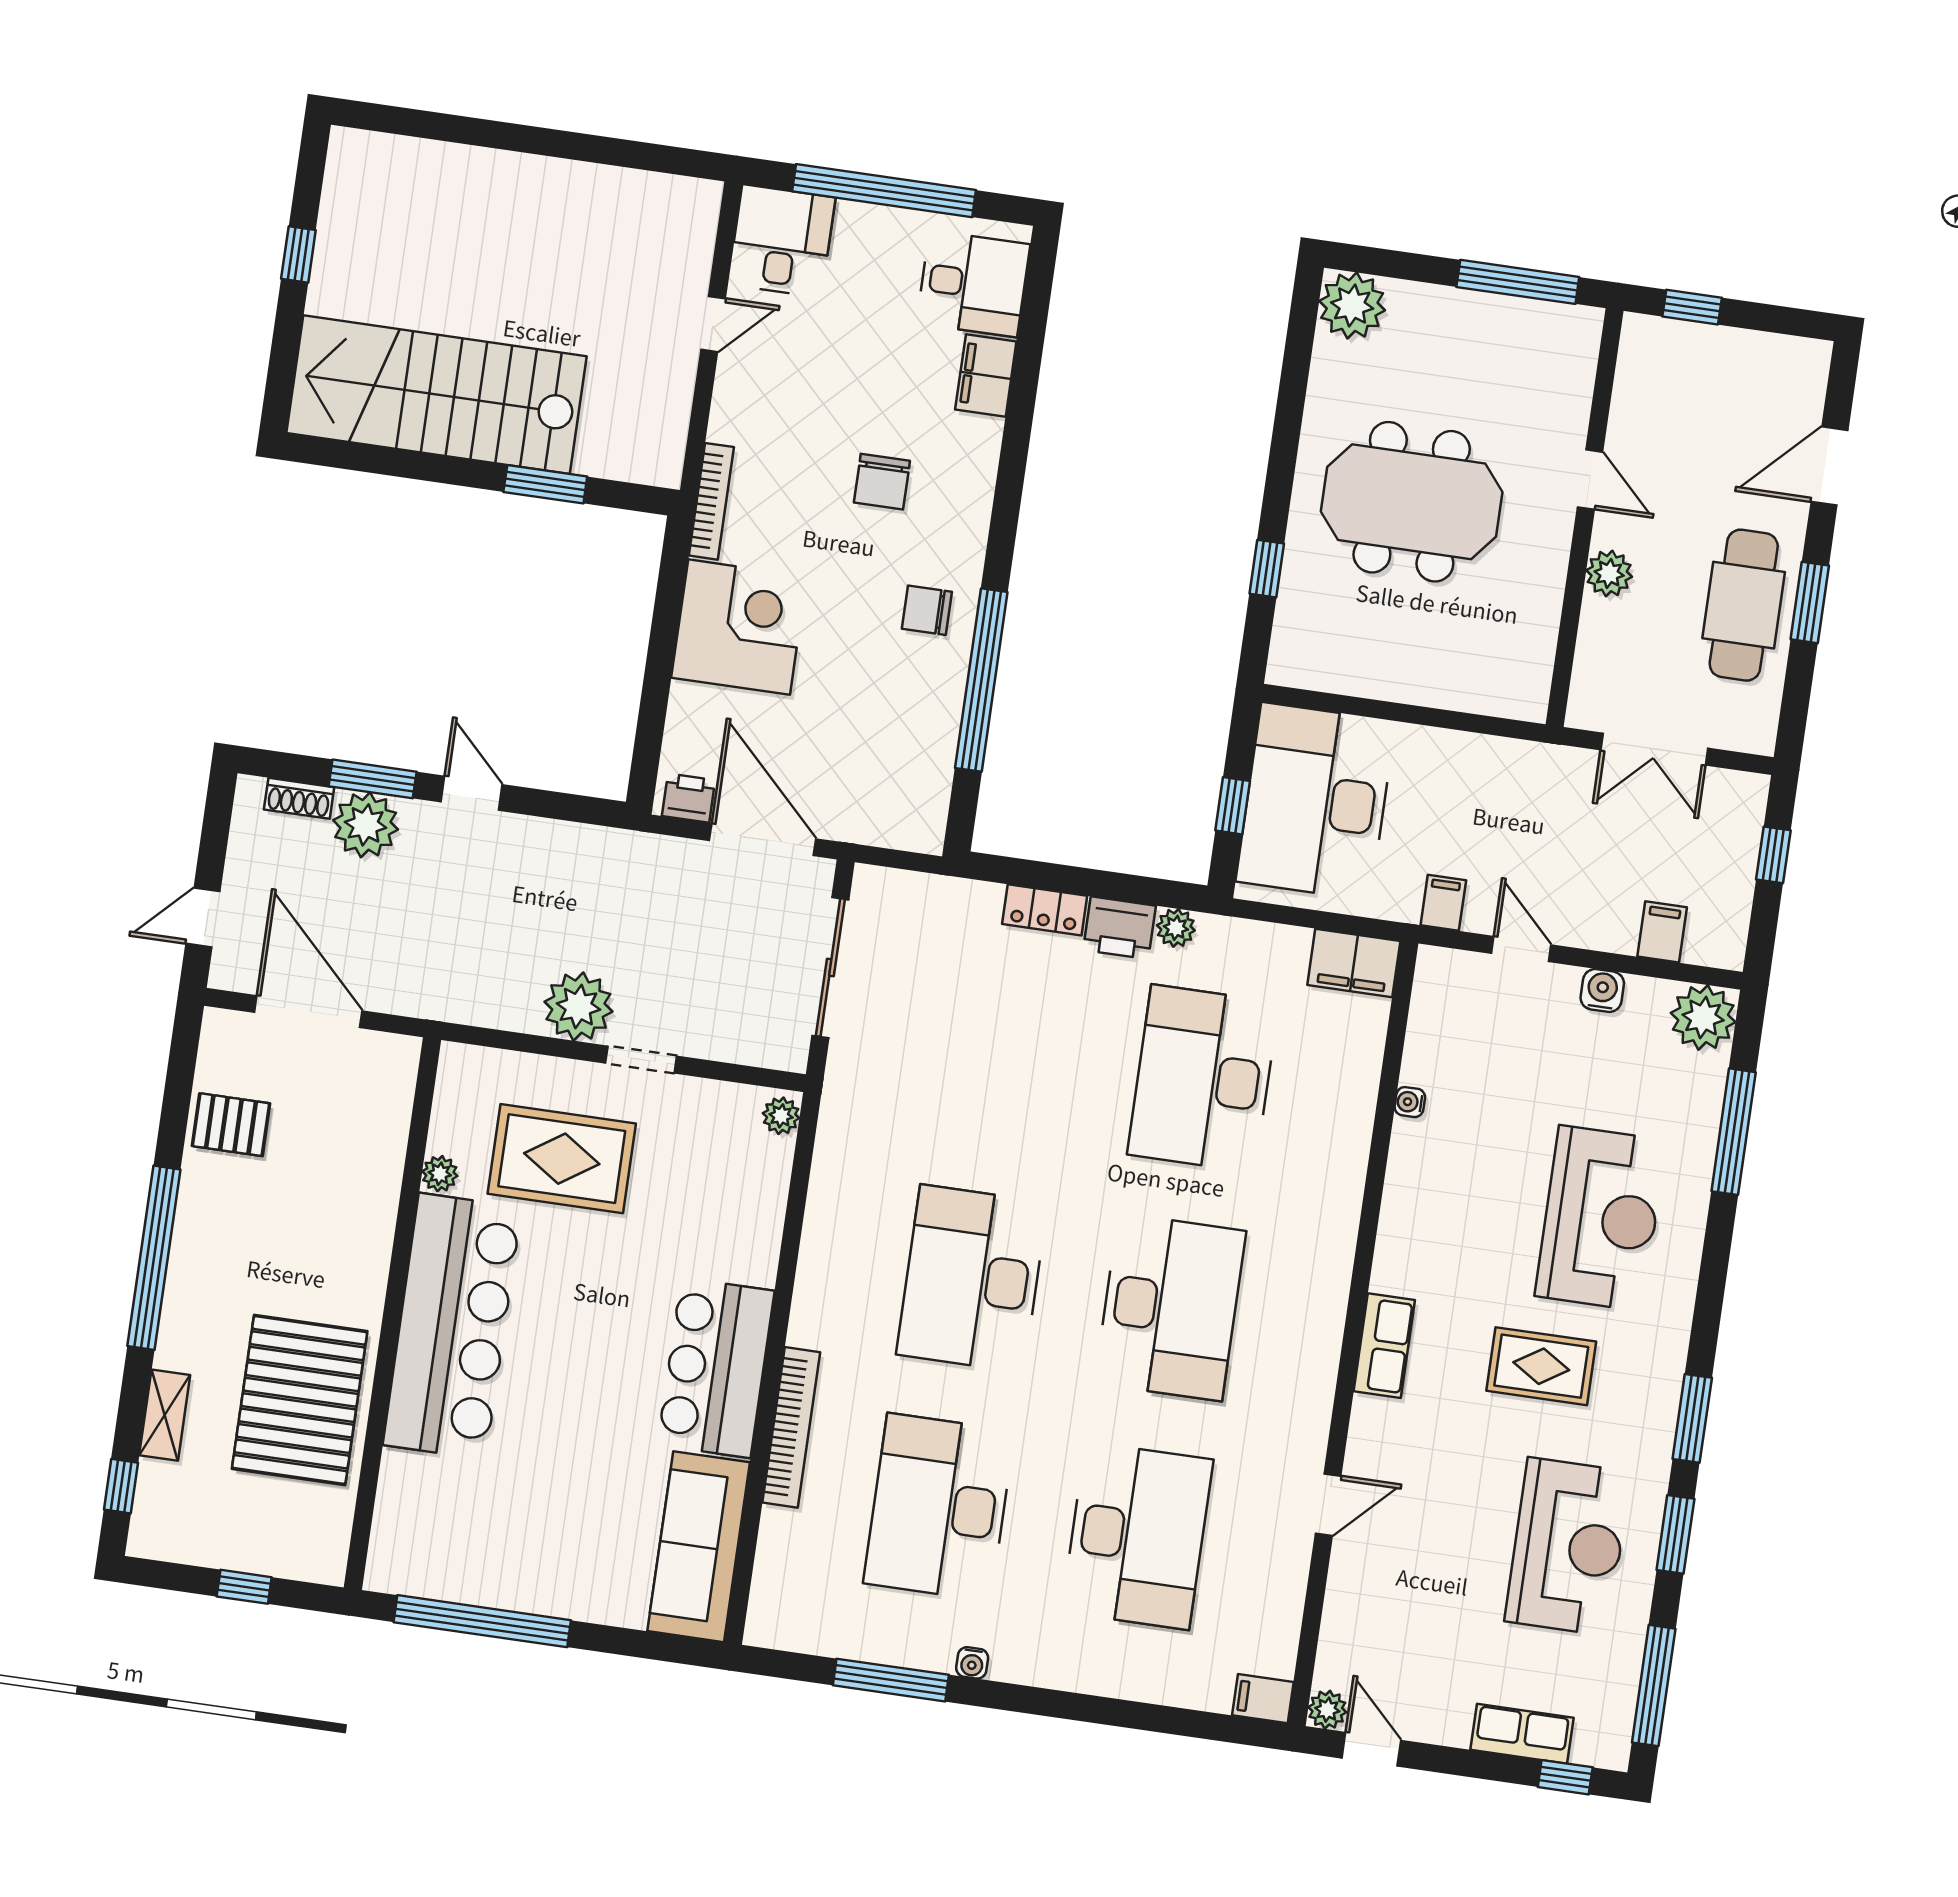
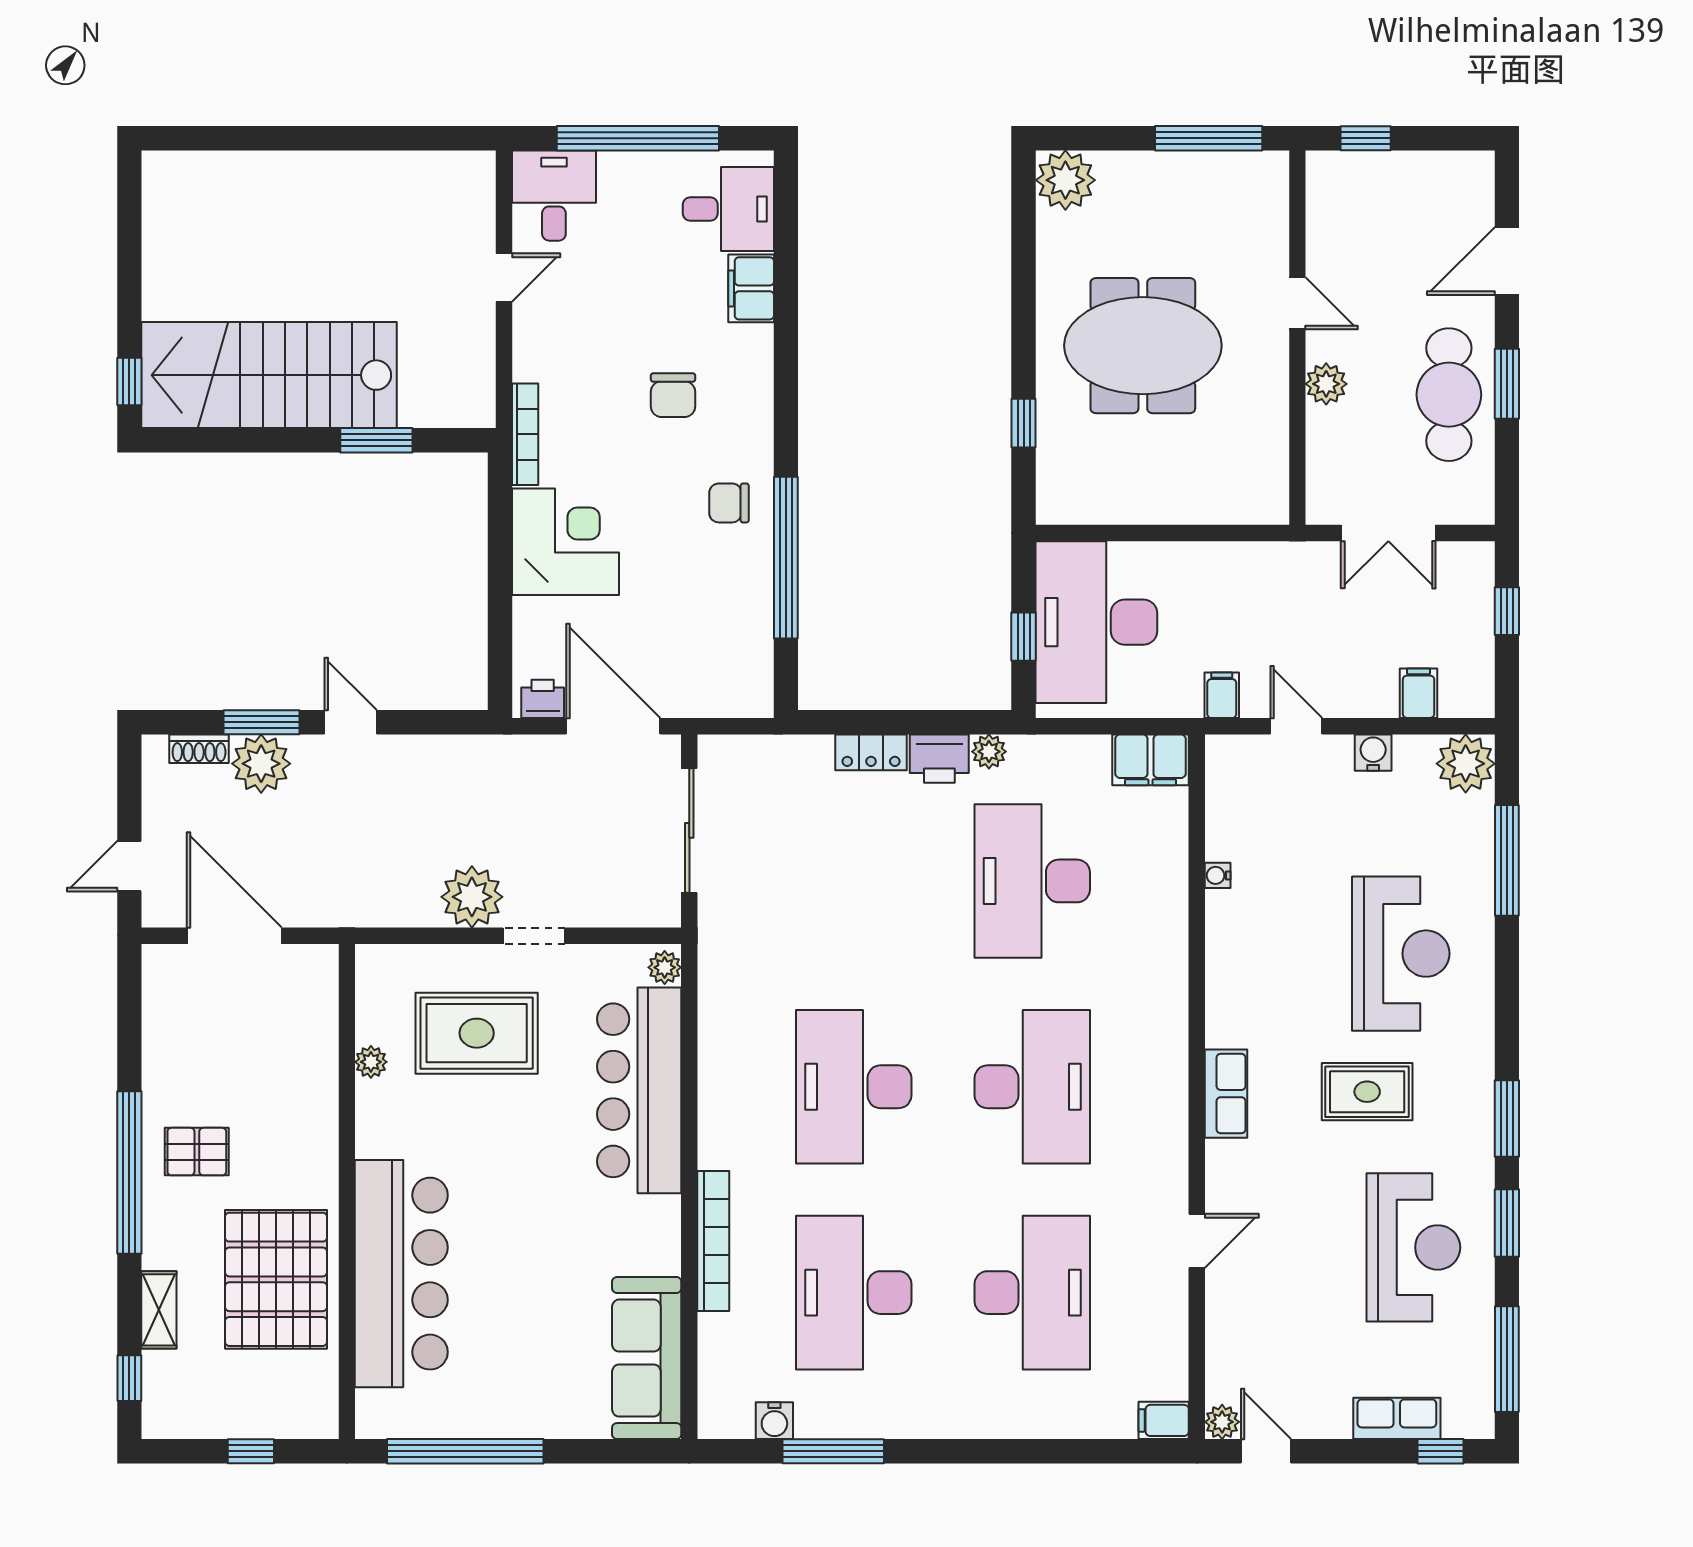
window: (298, 254) -> (129, 382), moved
pallet: (231, 1125) -> (197, 1152), moved
bar counter: (452, 1326) -> (401, 1274), moved
bar counter: (716, 1368) -> (639, 1090), moved, width x1.36
water cooler: (972, 1663) -> (774, 1421), moved, width x1.38, depth x1.38

